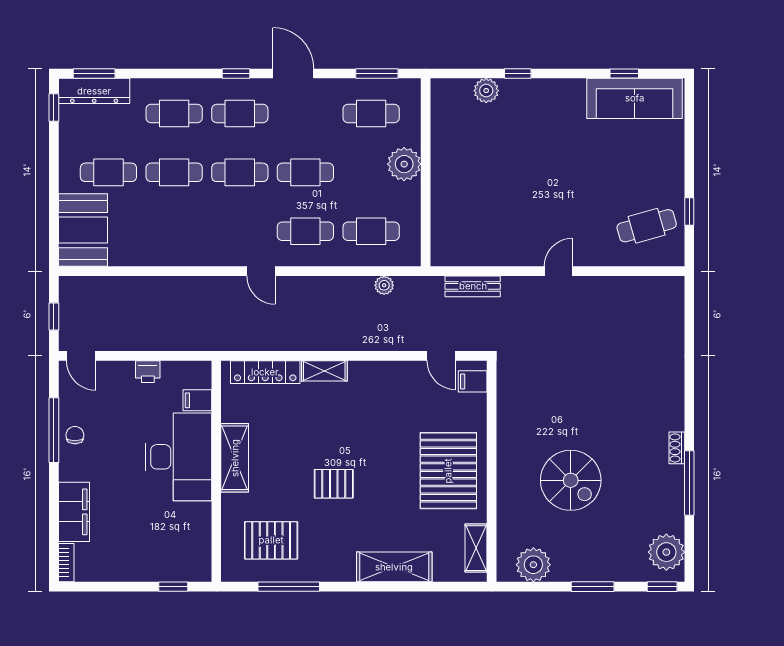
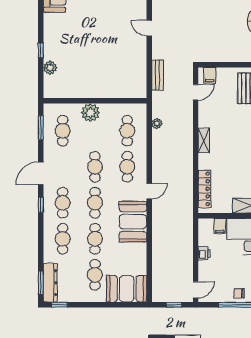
booth: (205, 242) -> (133, 222), added
shelving: (324, 371) -> (204, 140), moved

